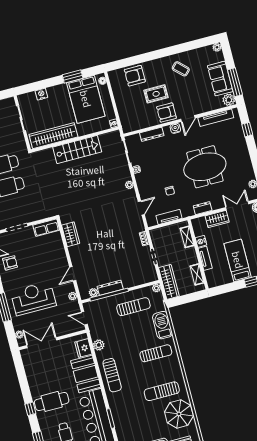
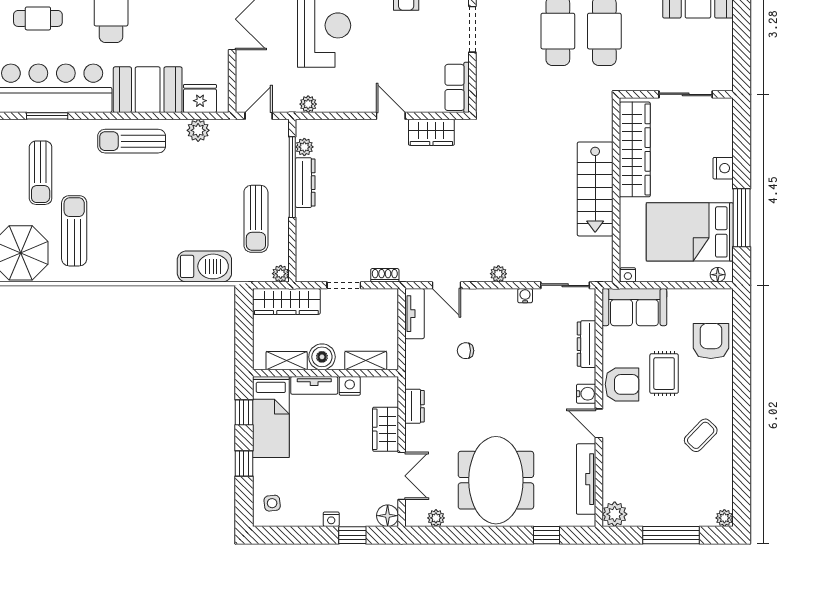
window: (73, 77) -> (742, 218), width x1.44
sofa: (220, 79) -> (634, 307), moved, turned 180
window: (235, 82) -> (671, 535), moved
nightstand: (41, 94) -> (723, 168), moved
armchair: (166, 113) -> (622, 384), turned 90
meeting table: (205, 167) -> (496, 480), moved
tv unit: (169, 217) -> (414, 314), moved
boiler: (191, 258) -> (322, 357), added
bed: (238, 260) -> (271, 417), moved, turned 90
door: (73, 274) -> (391, 116), moved
window: (227, 288) -> (244, 412), added
sun lounger: (156, 353) -> (41, 173), moved

